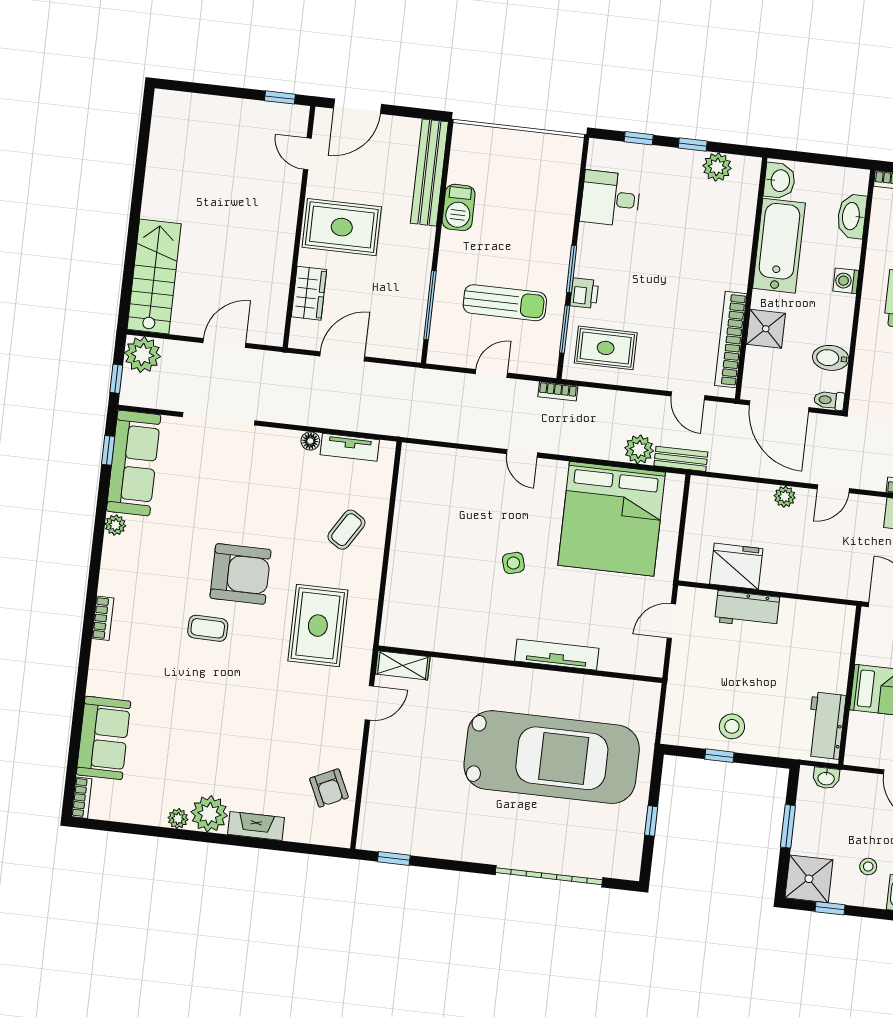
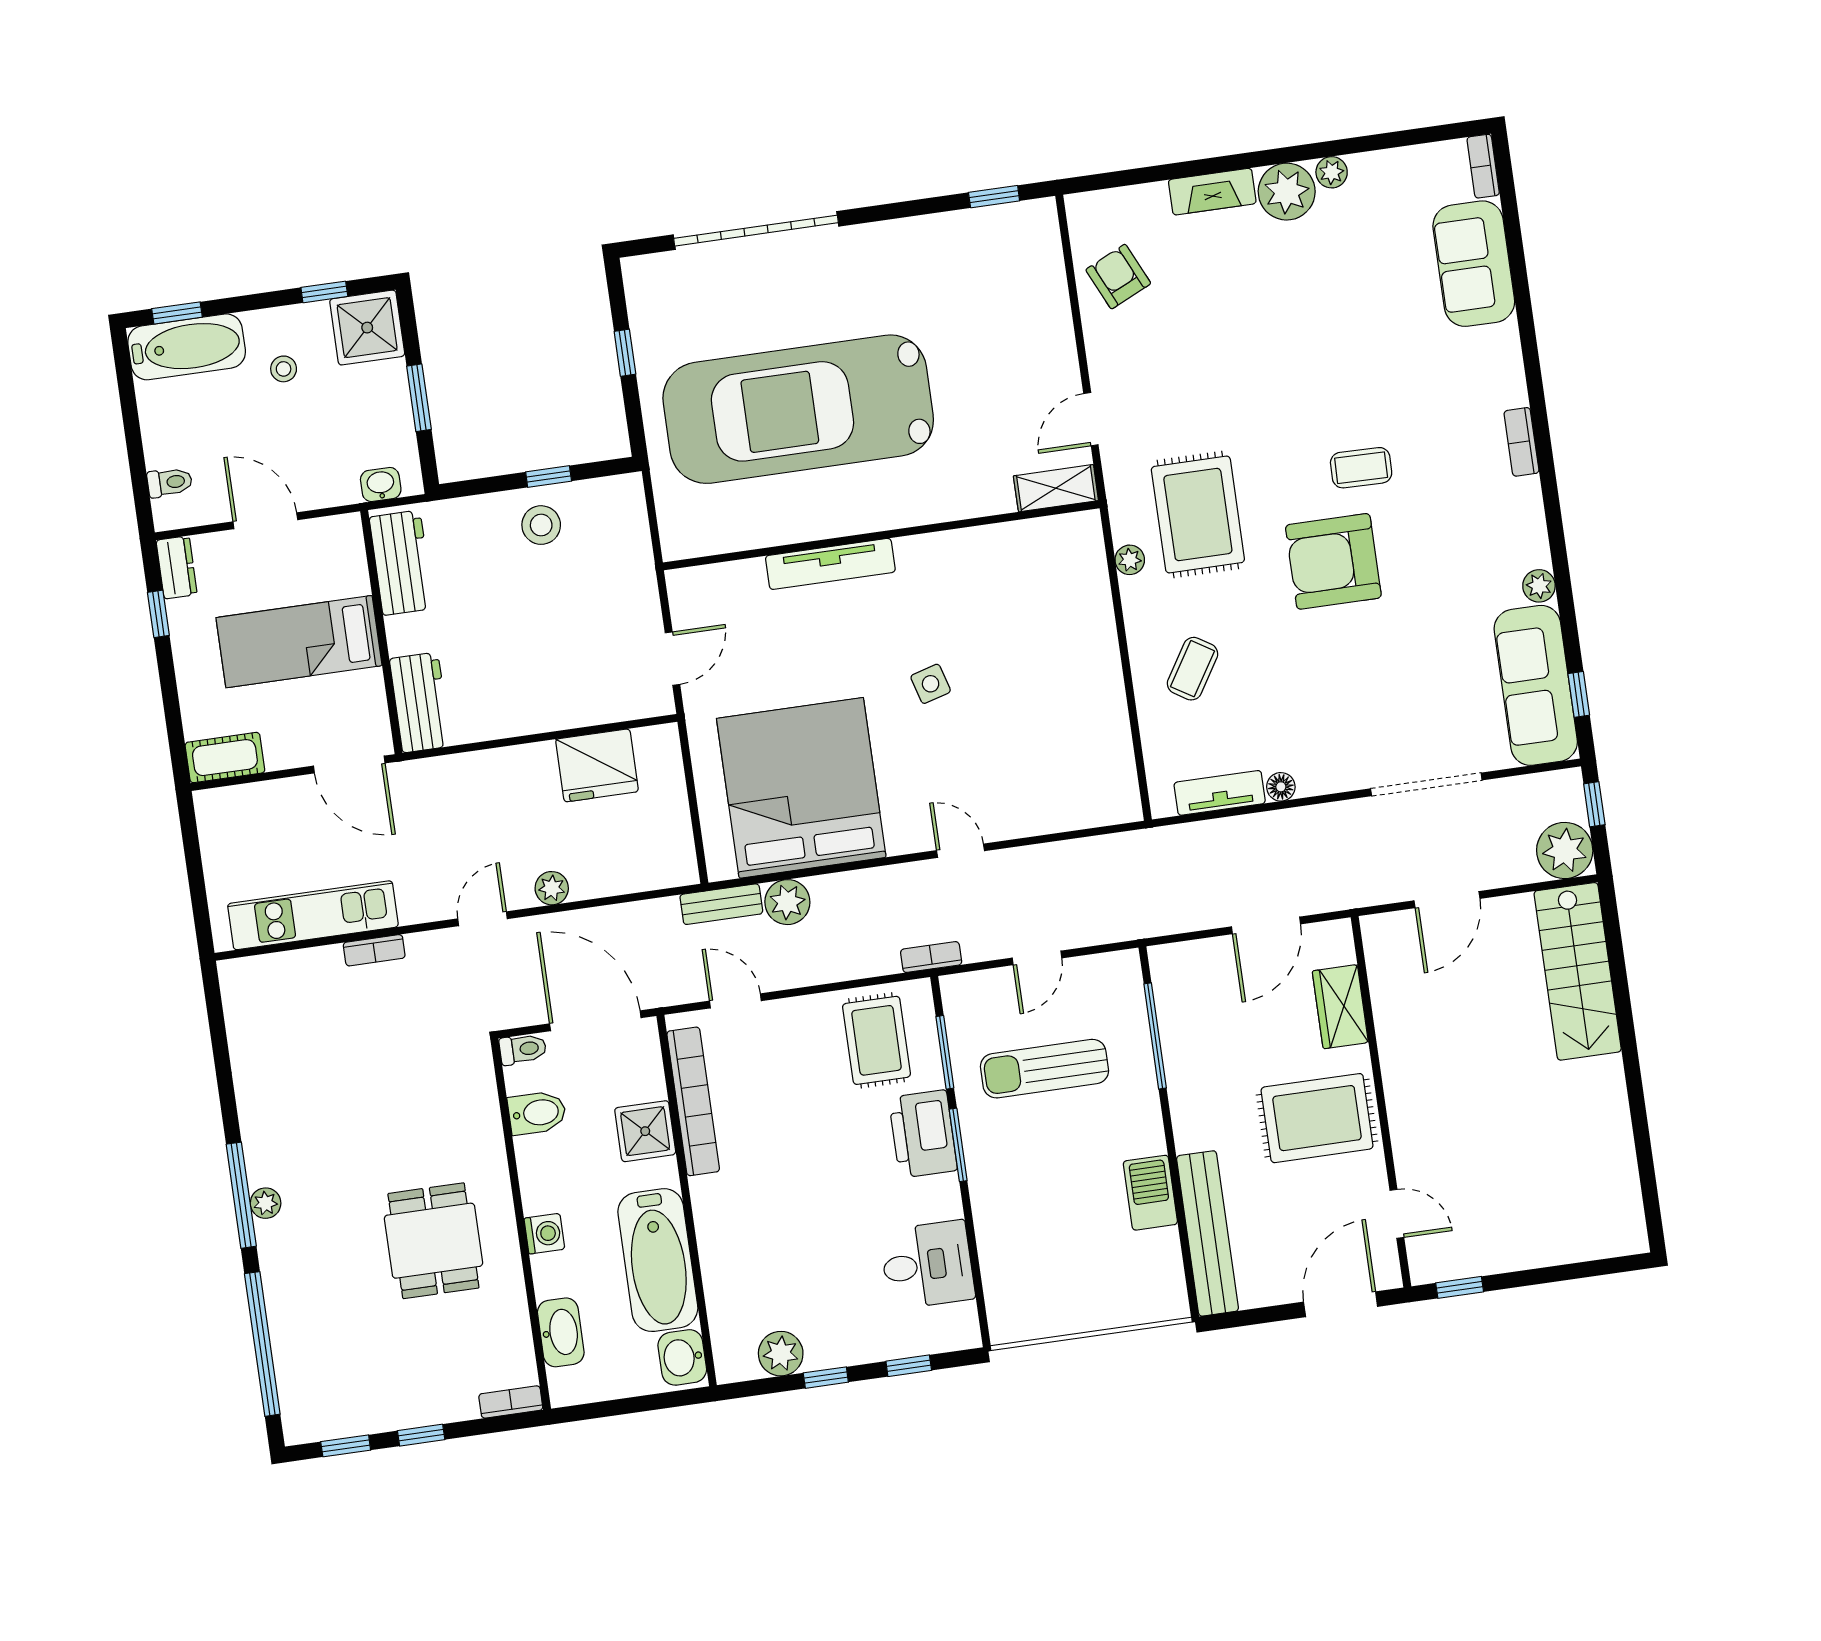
printer: (584, 293) -> (923, 1134), width x1.87, depth x1.48
rug: (606, 348) -> (876, 1040), turned 90
plant: (368, 608) -> (1130, 560), added
workbench: (747, 609) -> (420, 702), moved, turned 90

